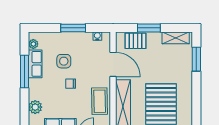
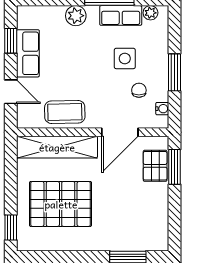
window: (149, 28) -> (174, 167), moved
shelving: (176, 38) -> (160, 226), removed
chair: (71, 84) -> (139, 90), moved
plant: (35, 107) -> (76, 16), moved

